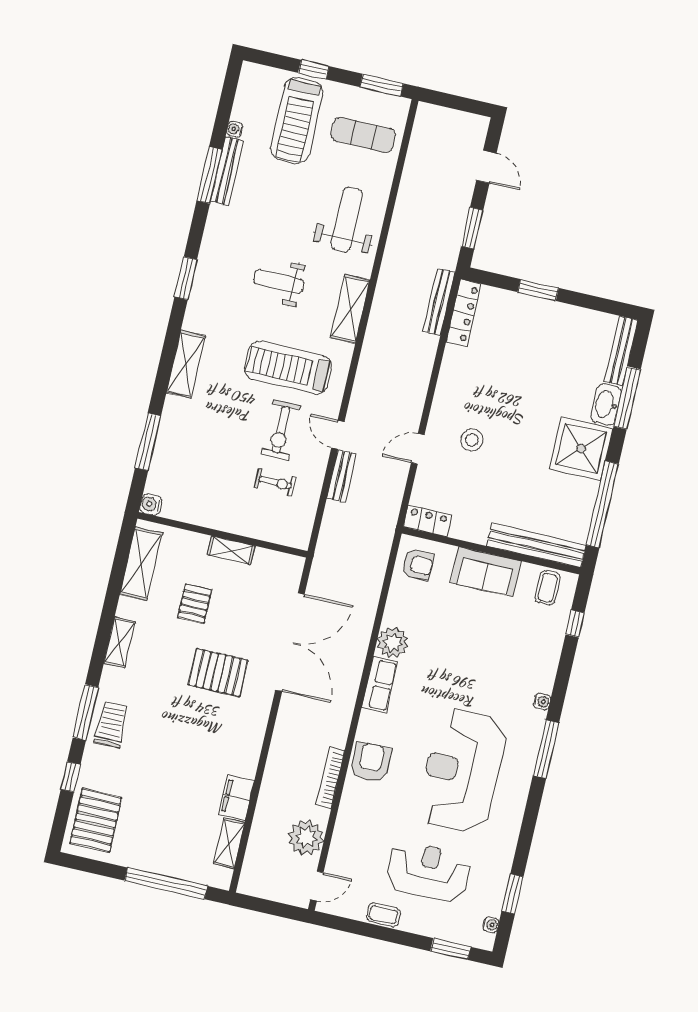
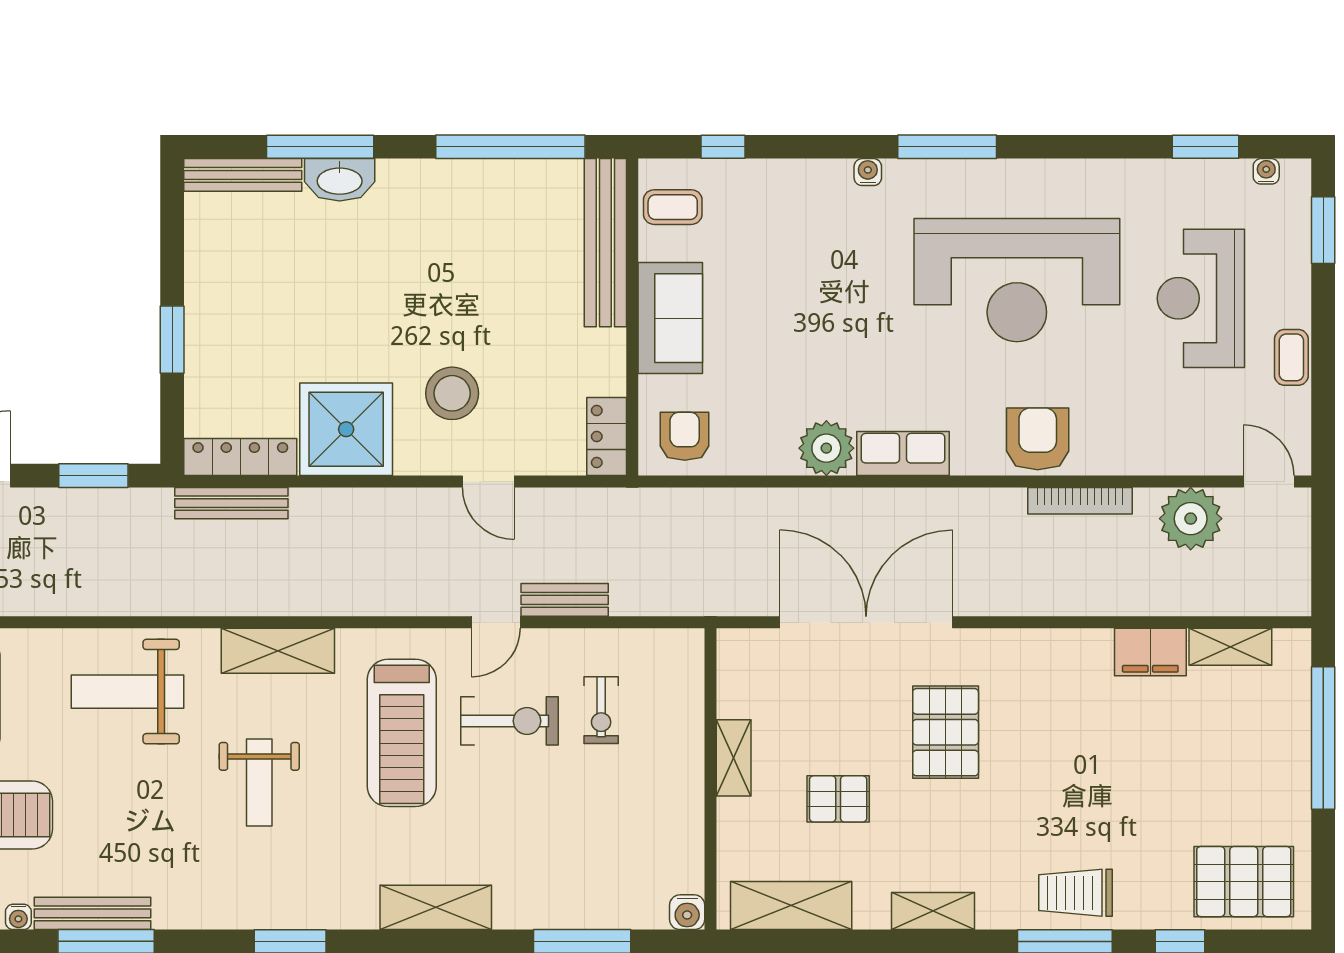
stool: (472, 440) -> (452, 393), width x1.38, depth x1.38
shower: (581, 449) -> (346, 429), moved
exercise bike: (275, 482) -> (601, 710), turned 180
armchair: (371, 762) -> (1038, 439), turned 90

